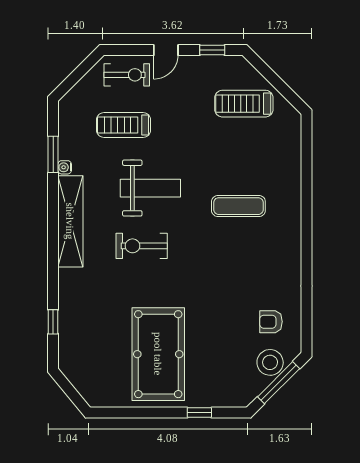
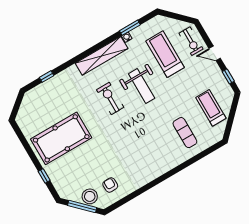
treadmill: (124, 125) -> (165, 54), width x1.37, depth x1.38
exercise mat: (238, 206) -> (185, 133), moved

